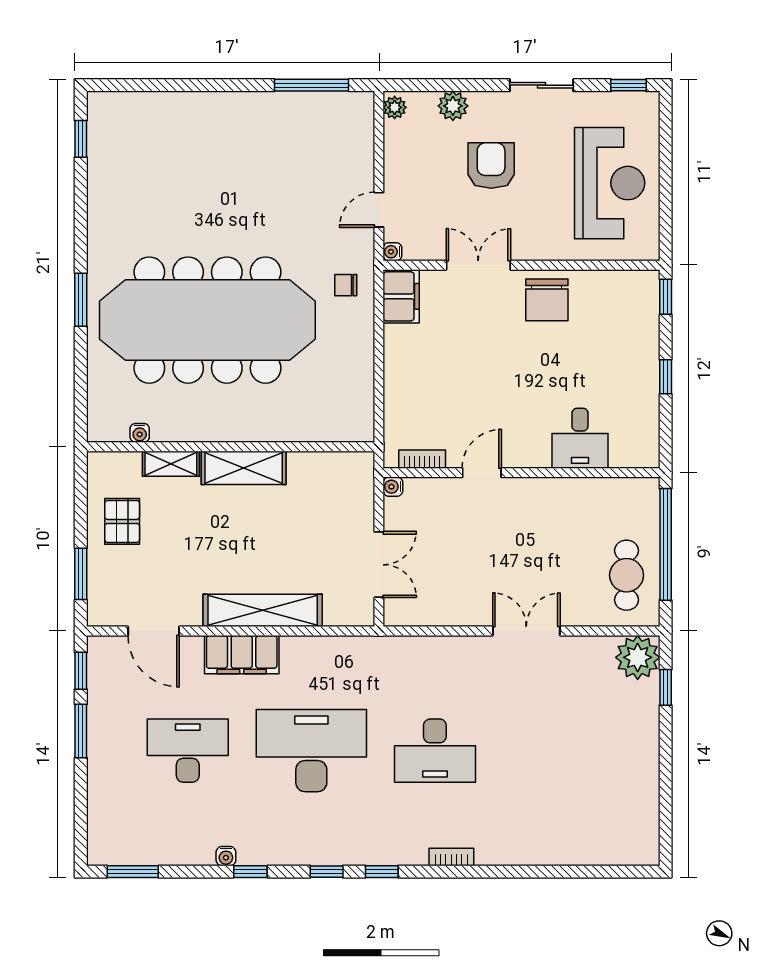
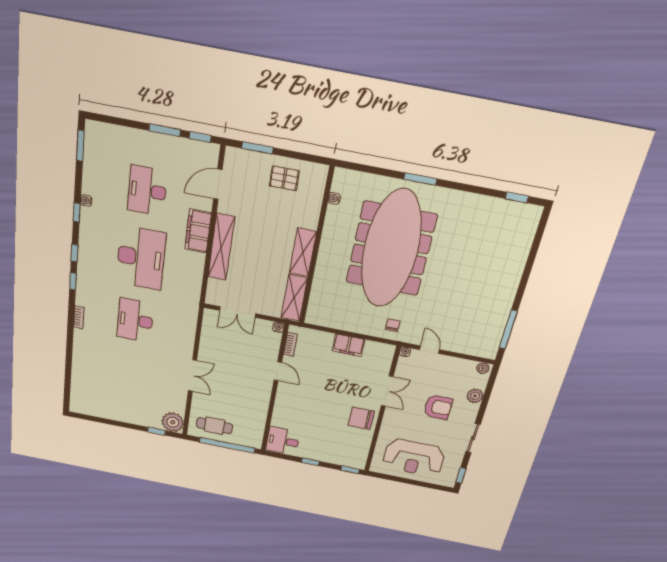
filing cabinet: (401, 296) -> (349, 345), moved
desk: (580, 438) -> (283, 441), moved
shelving: (171, 464) -> (294, 298), moved, width x1.50, depth x1.33
desk: (188, 751) -> (147, 191), turned 180

